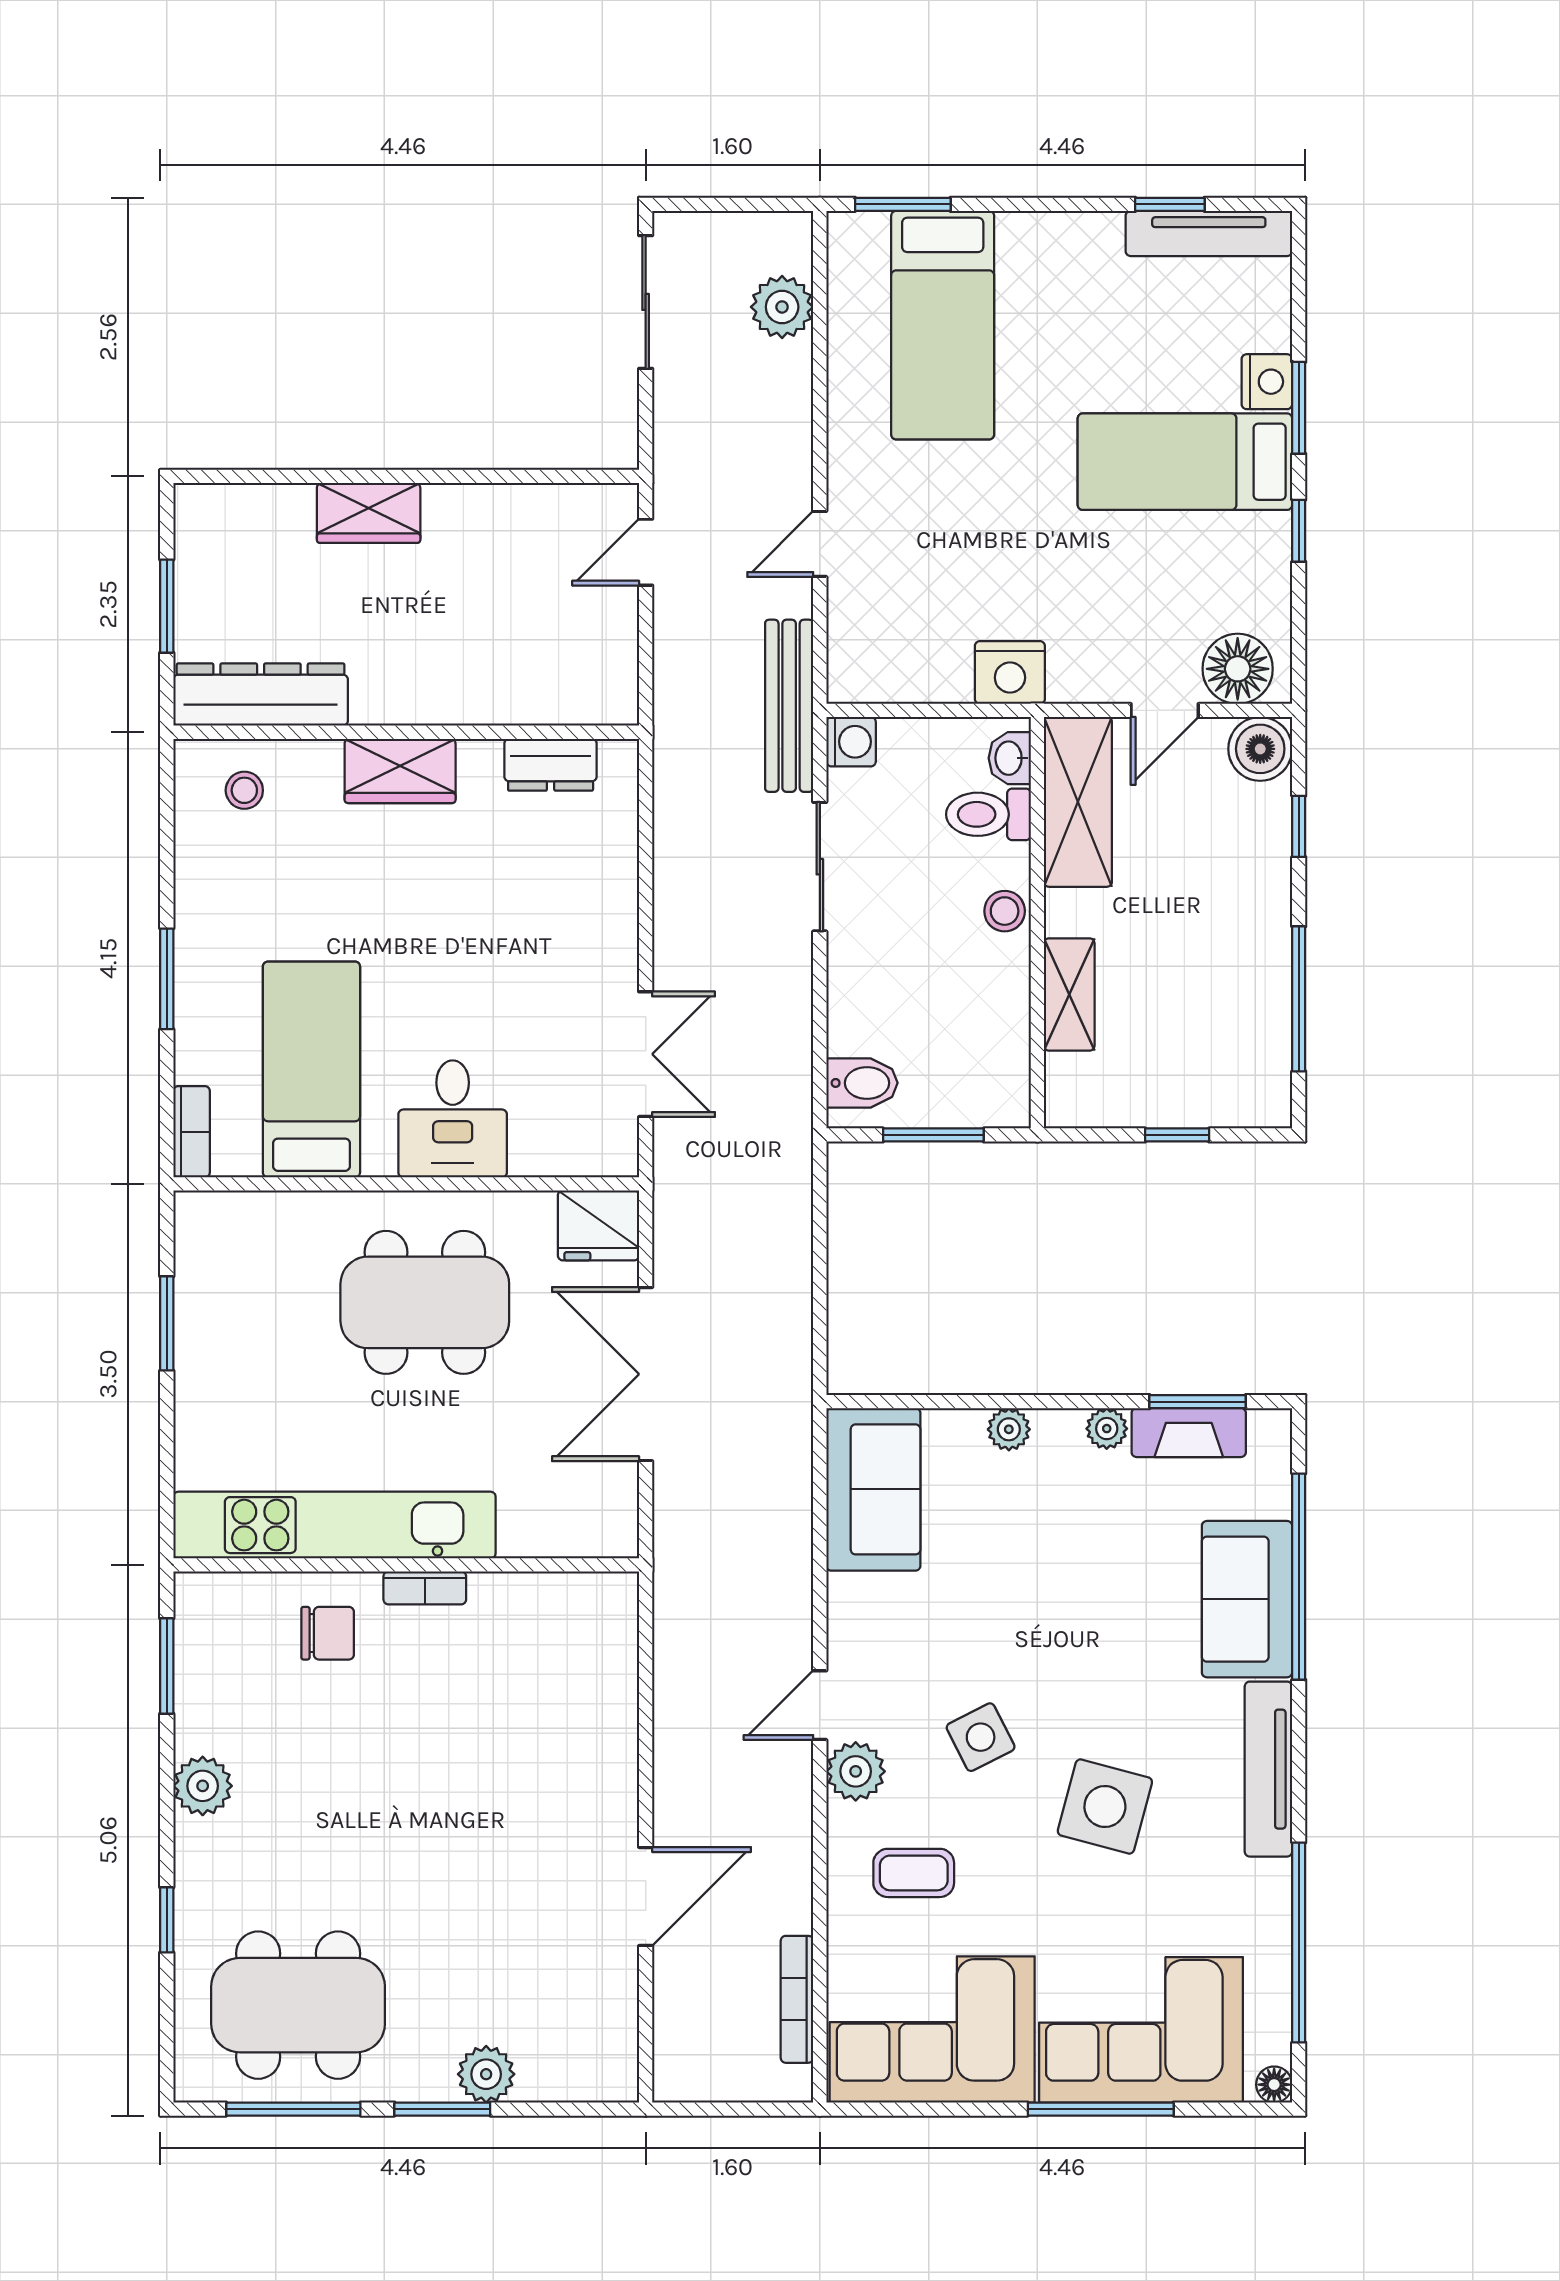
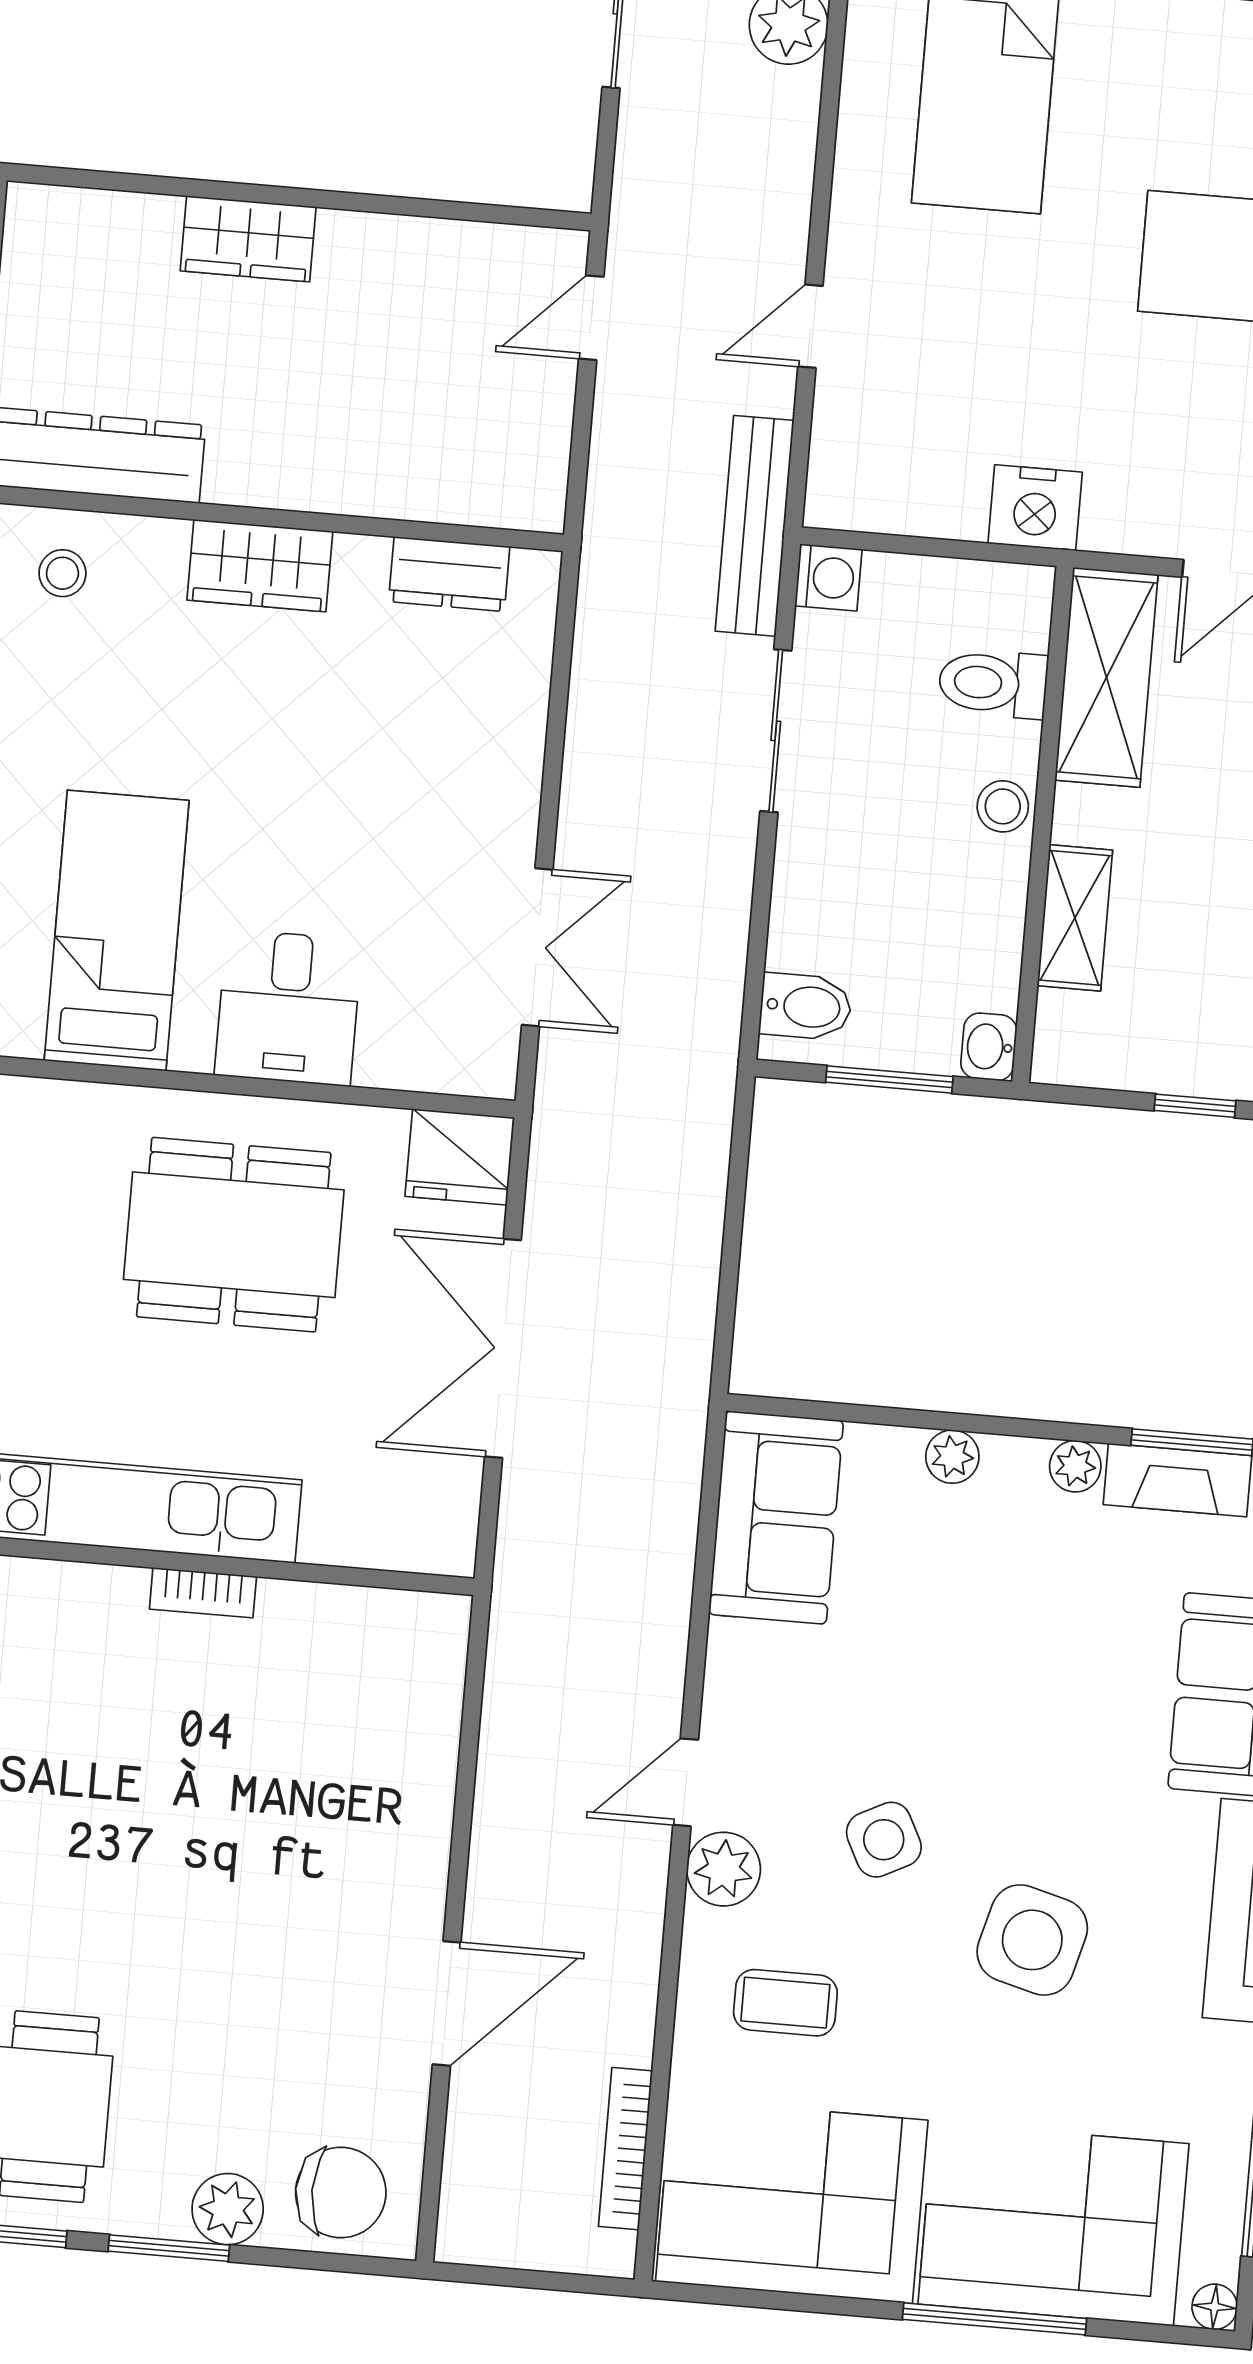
washbasin: (1010, 758) -> (989, 1047), moved
chair: (328, 1633) -> (341, 2193), moved, width x1.37, depth x1.37

